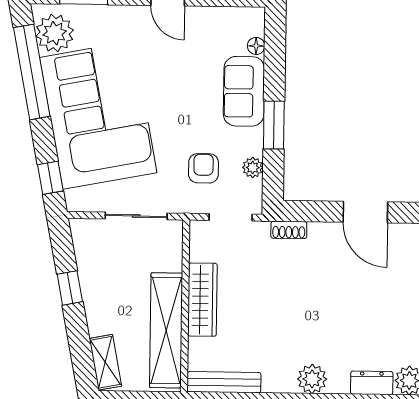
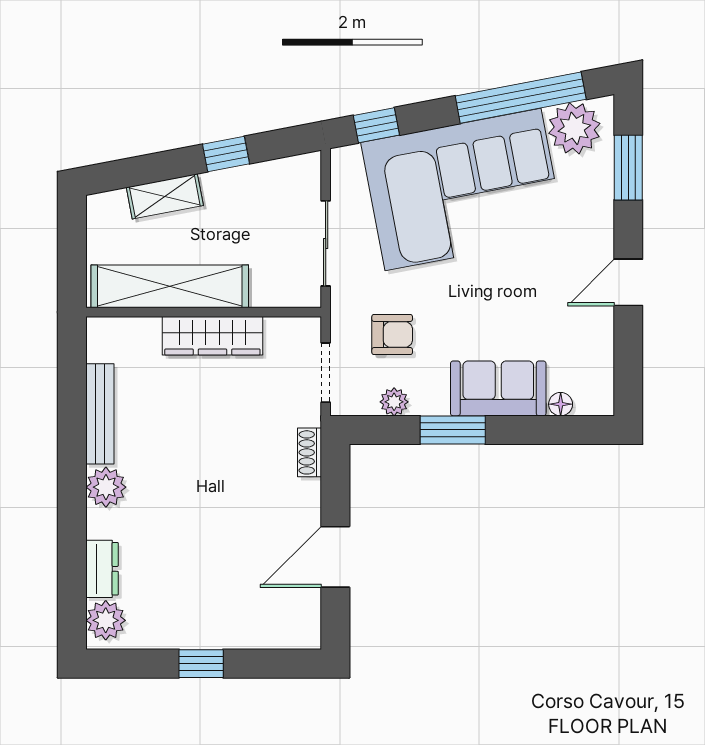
shelving: (105, 362) -> (165, 196), moved
bench: (224, 382) -> (100, 414), moved

